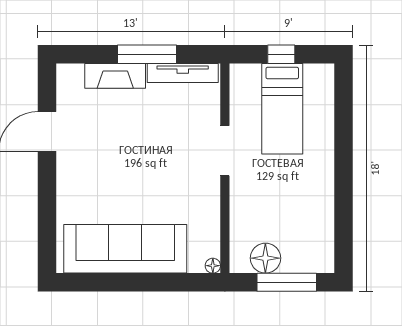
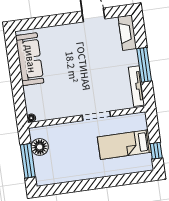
window: (281, 54) -> (156, 151), moved
fireplace: (115, 76) -> (127, 33), moved
sofa: (125, 249) -> (30, 59), width x0.74, depth x0.79

